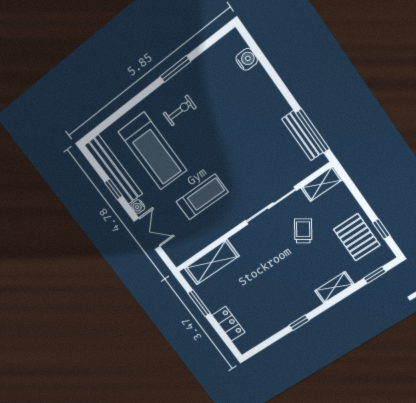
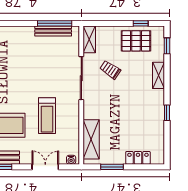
treadmill: (202, 197) -> (47, 116), turned 180
water cooler: (138, 207) -> (71, 160), moved

